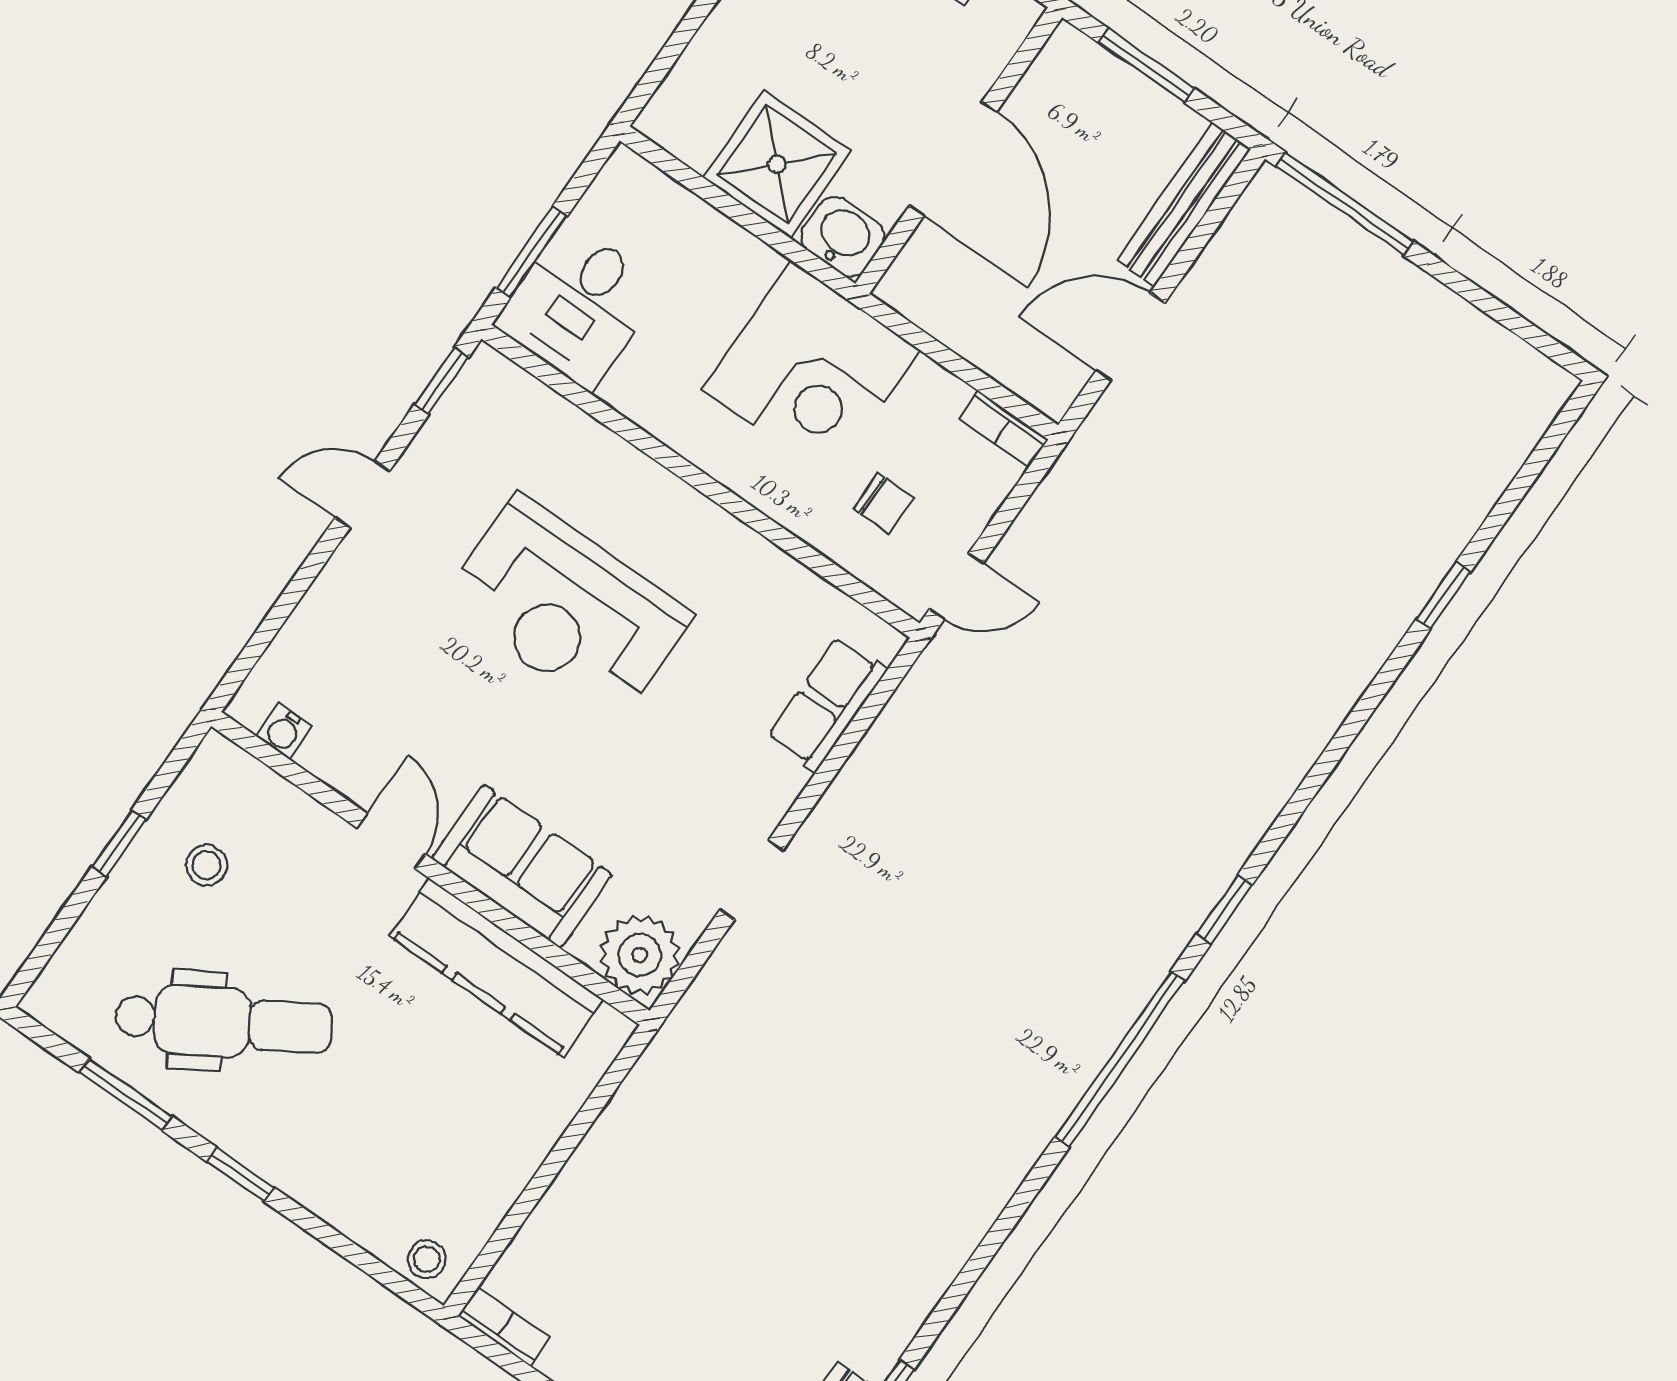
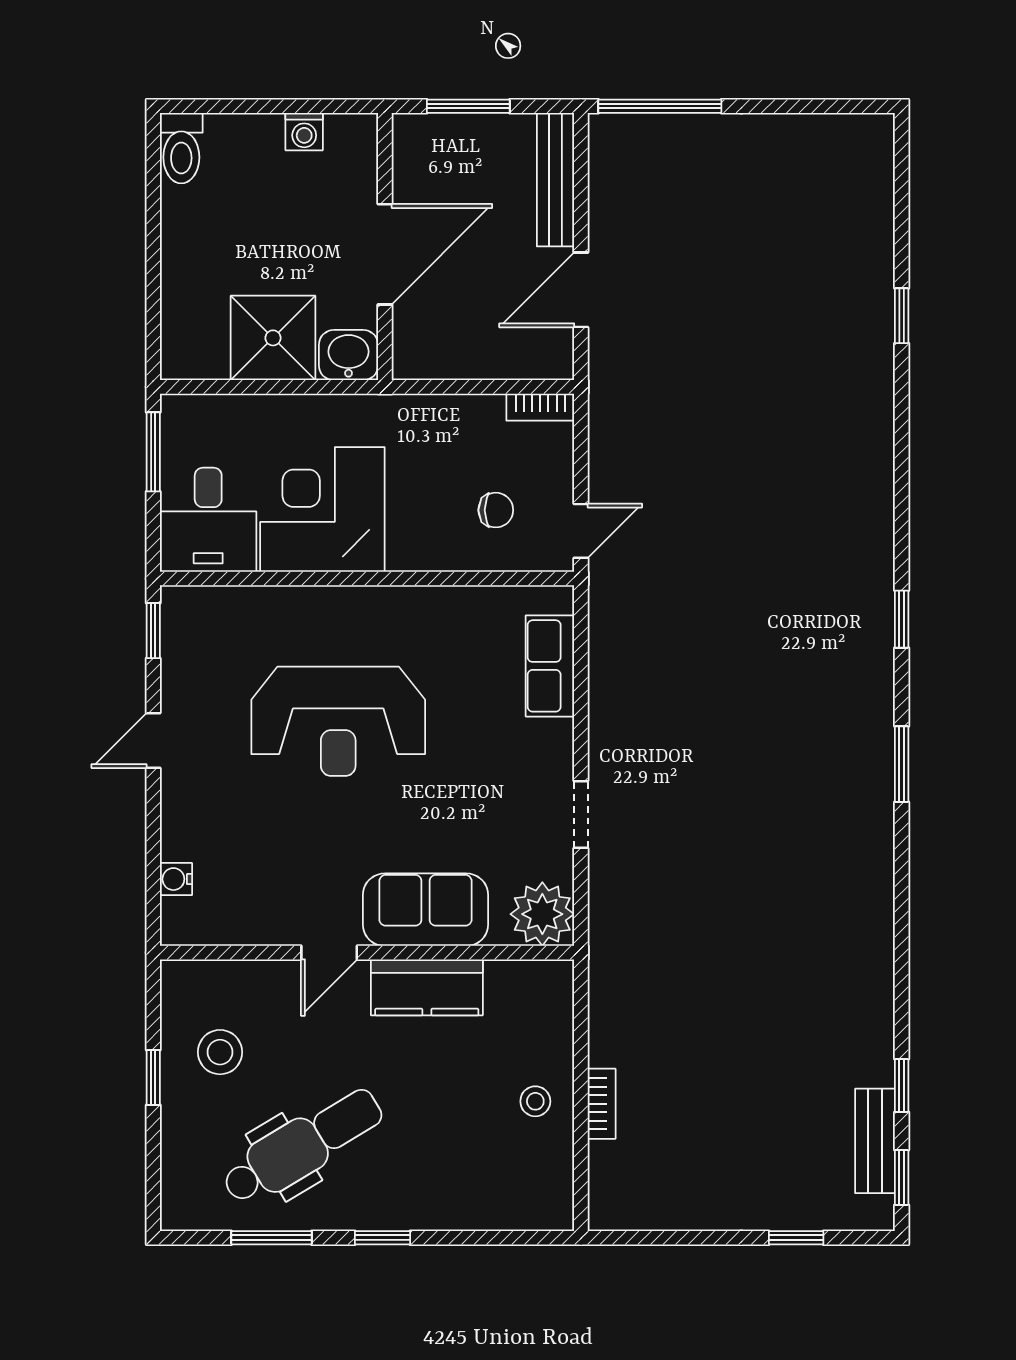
door: (953, 159) -> (385, 254), hinge flipped
window: (531, 252) -> (153, 452), moved
corner desk: (811, 370) -> (322, 509), moved, turned 180
water cooler: (284, 731) -> (176, 879), moved, turned 90
door: (391, 841) -> (329, 953), swing flipped
stool: (206, 865) -> (220, 1052), width x1.37, depth x1.37
kitchen counter: (496, 968) -> (427, 987), width x0.67
window: (1120, 1059) -> (902, 764), width x0.47
stool: (427, 1259) -> (535, 1101), moved
bookcase: (504, 1327) -> (602, 1104), moved, turned 90

